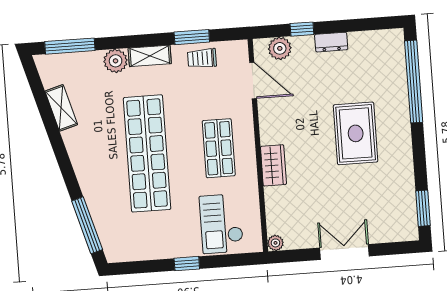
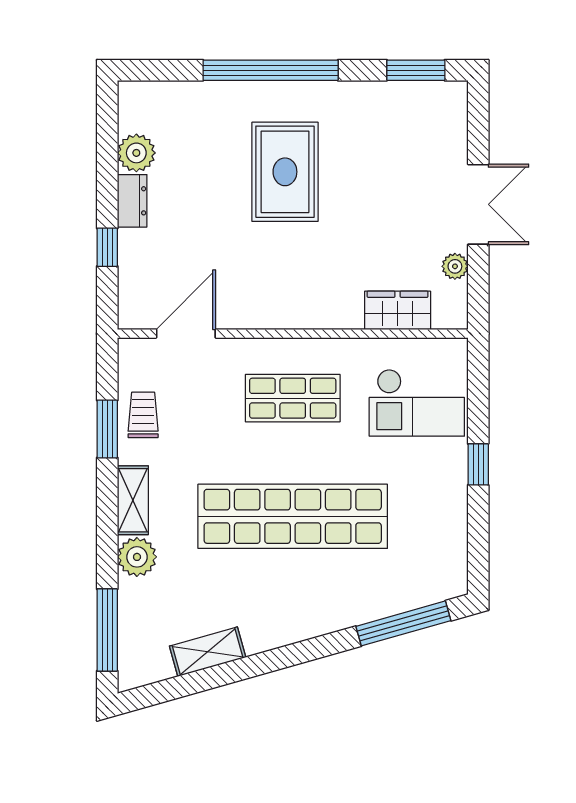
plant: (280, 48) -> (136, 153), moved
trolley: (202, 58) -> (143, 415), turned 180
window: (414, 82) -> (271, 70), moved
rug: (356, 133) -> (285, 172), turned 90
wardrobe: (273, 165) -> (398, 310), moved
plant: (275, 243) -> (455, 266), moved
double door: (344, 252) -> (478, 204), swing flipped

